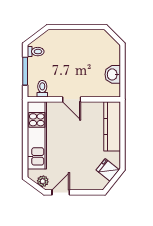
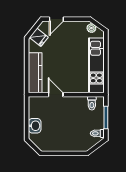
washbasin: (113, 74) -> (35, 126), moved
door: (72, 99) -> (56, 95), moved
door: (61, 192) -> (56, 19), moved

